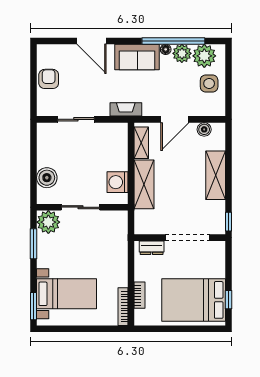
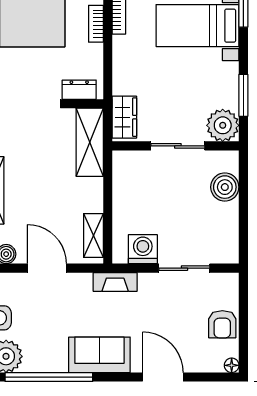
floor lamp: (166, 49) -> (232, 365), moved
plant: (182, 53) -> (37, 360), removed
door: (175, 119) -> (47, 268), hinge flipped
washing machine: (117, 182) -> (143, 249), moved, turned -90
shelving: (144, 184) -> (90, 142), moved
wardrobe: (119, 228) -> (124, 117), added

